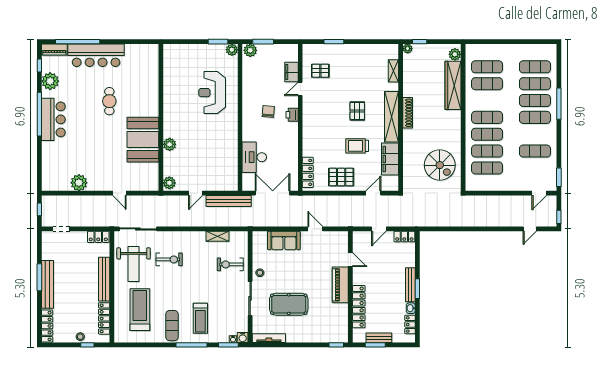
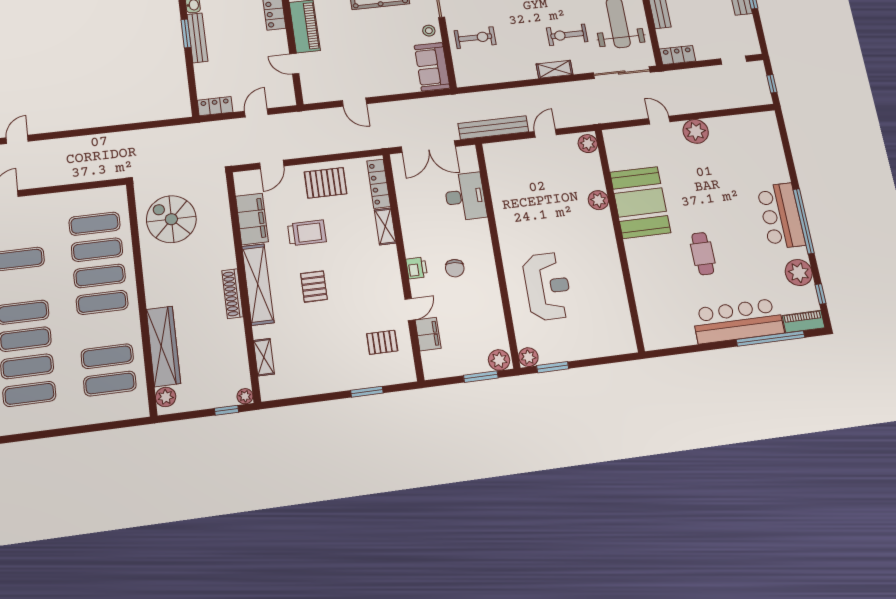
shelving: (308, 144) -> (385, 226), added
plant: (79, 183) -> (696, 131), moved
shelving: (218, 236) -> (555, 69), moved
sofa: (284, 240) -> (432, 67), moved, turned -90

